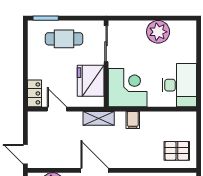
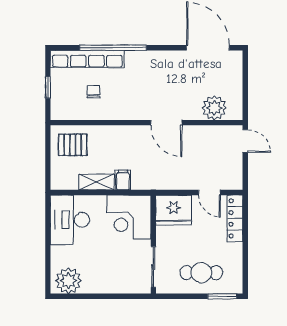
plant: (158, 32) -> (68, 281), moved
fridge: (91, 81) -> (174, 210), moved, turned 90
locker: (35, 93) -> (235, 218), width x1.53
shelving: (99, 118) -> (97, 182), moved

